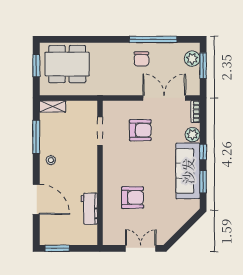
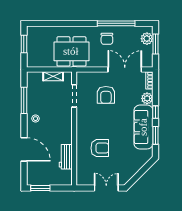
dining table: (67, 64) -> (71, 51), moved
shelving: (53, 106) -> (53, 76), moved
armchair: (140, 130) -> (106, 95), turned 90

